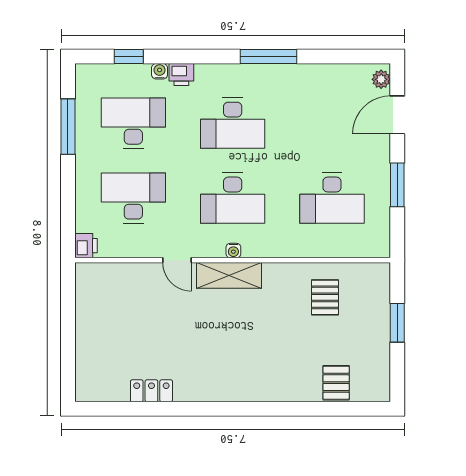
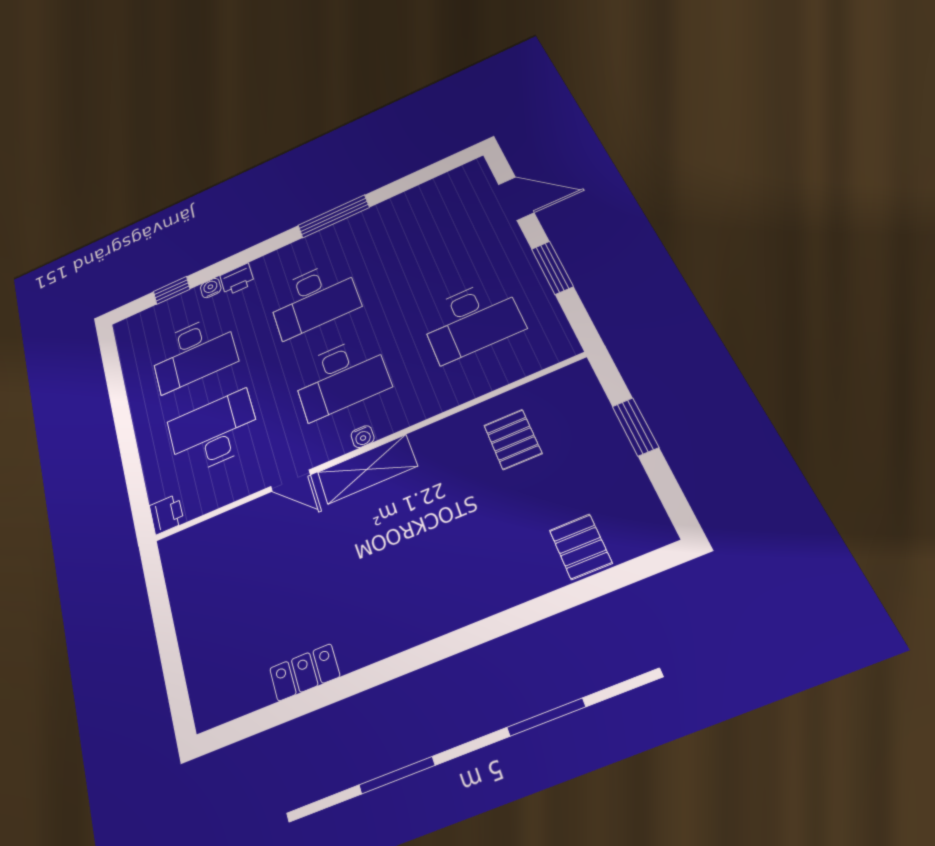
plant: (381, 79) -> (479, 175), removed
door: (397, 115) -> (516, 198), swing flipped
desk: (133, 123) -> (193, 353), turned 180
window: (68, 127) -> (117, 391), removed

